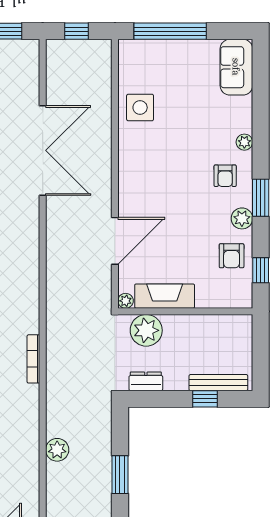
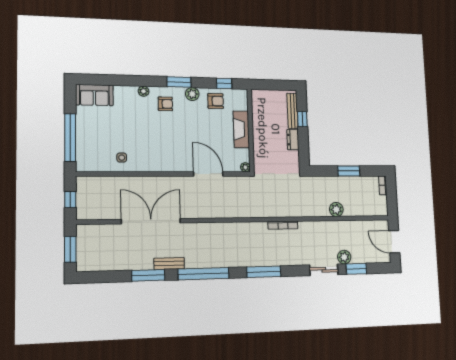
side table: (140, 108) -> (122, 158), width x0.54, depth x0.54
fireplace: (165, 296) -> (241, 129), moved
plant: (146, 330) -> (263, 155), removed
dresser: (146, 381) -> (293, 140), moved

